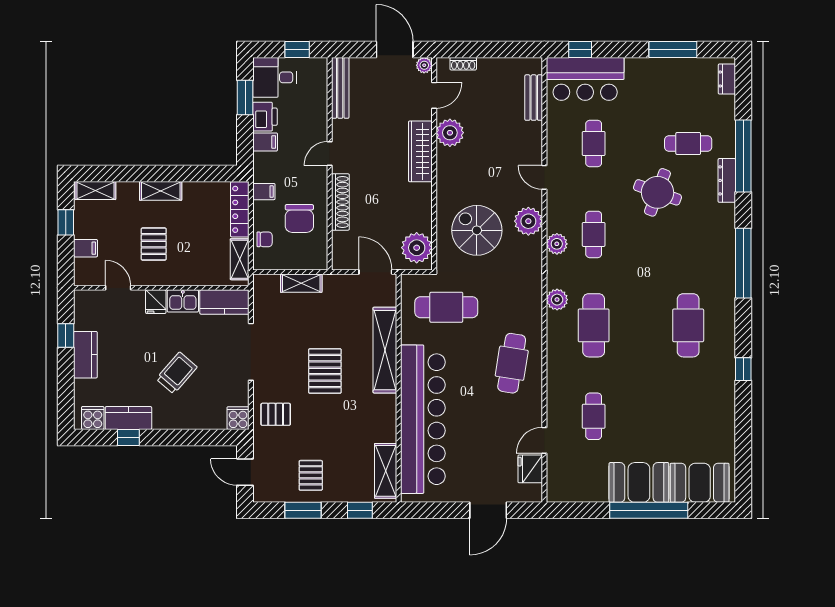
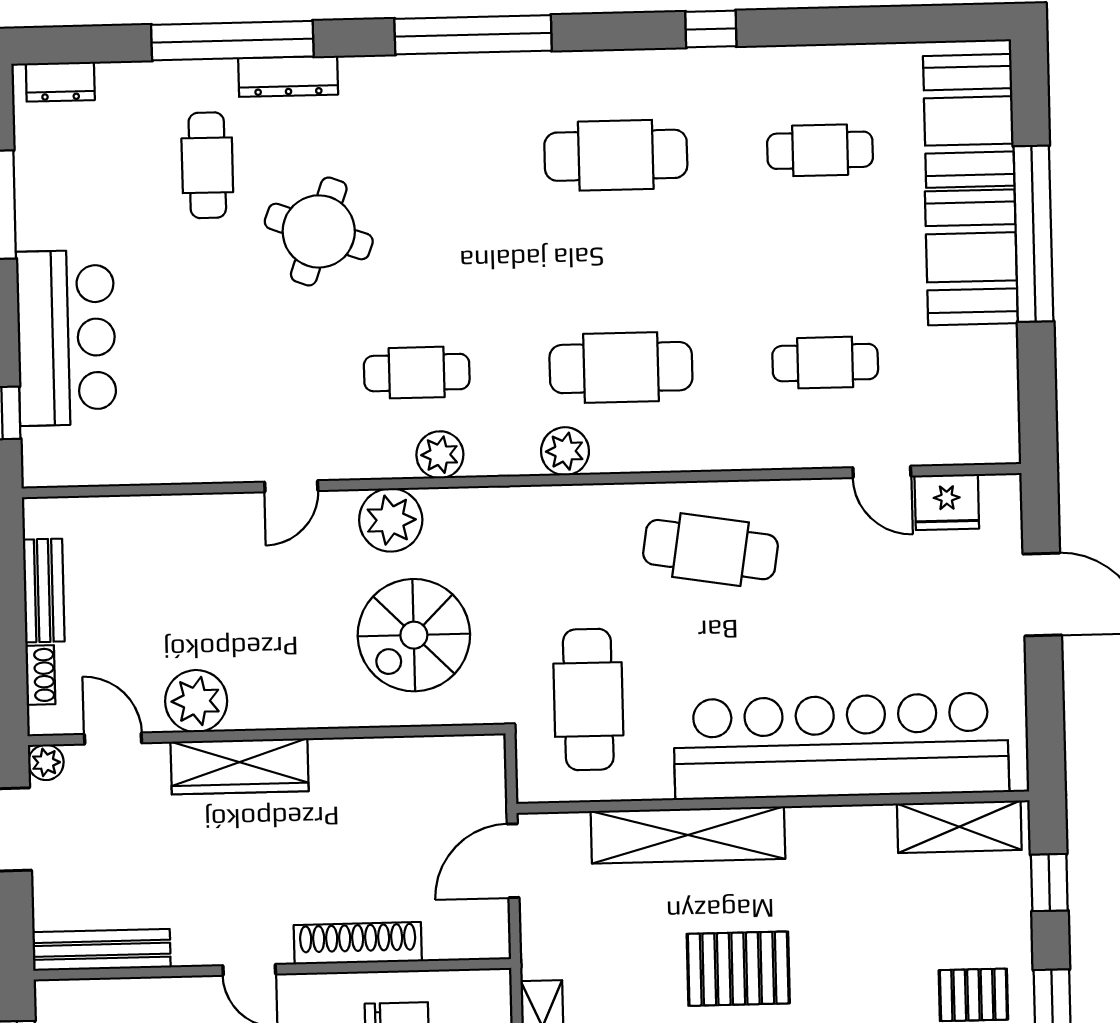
bar counter: (585, 79) -> (66, 338), moved
bench: (534, 98) -> (44, 591), moved, turned 90
cafe table: (594, 144) -> (820, 150), moved
plant: (417, 248) -> (456, 769), removed

